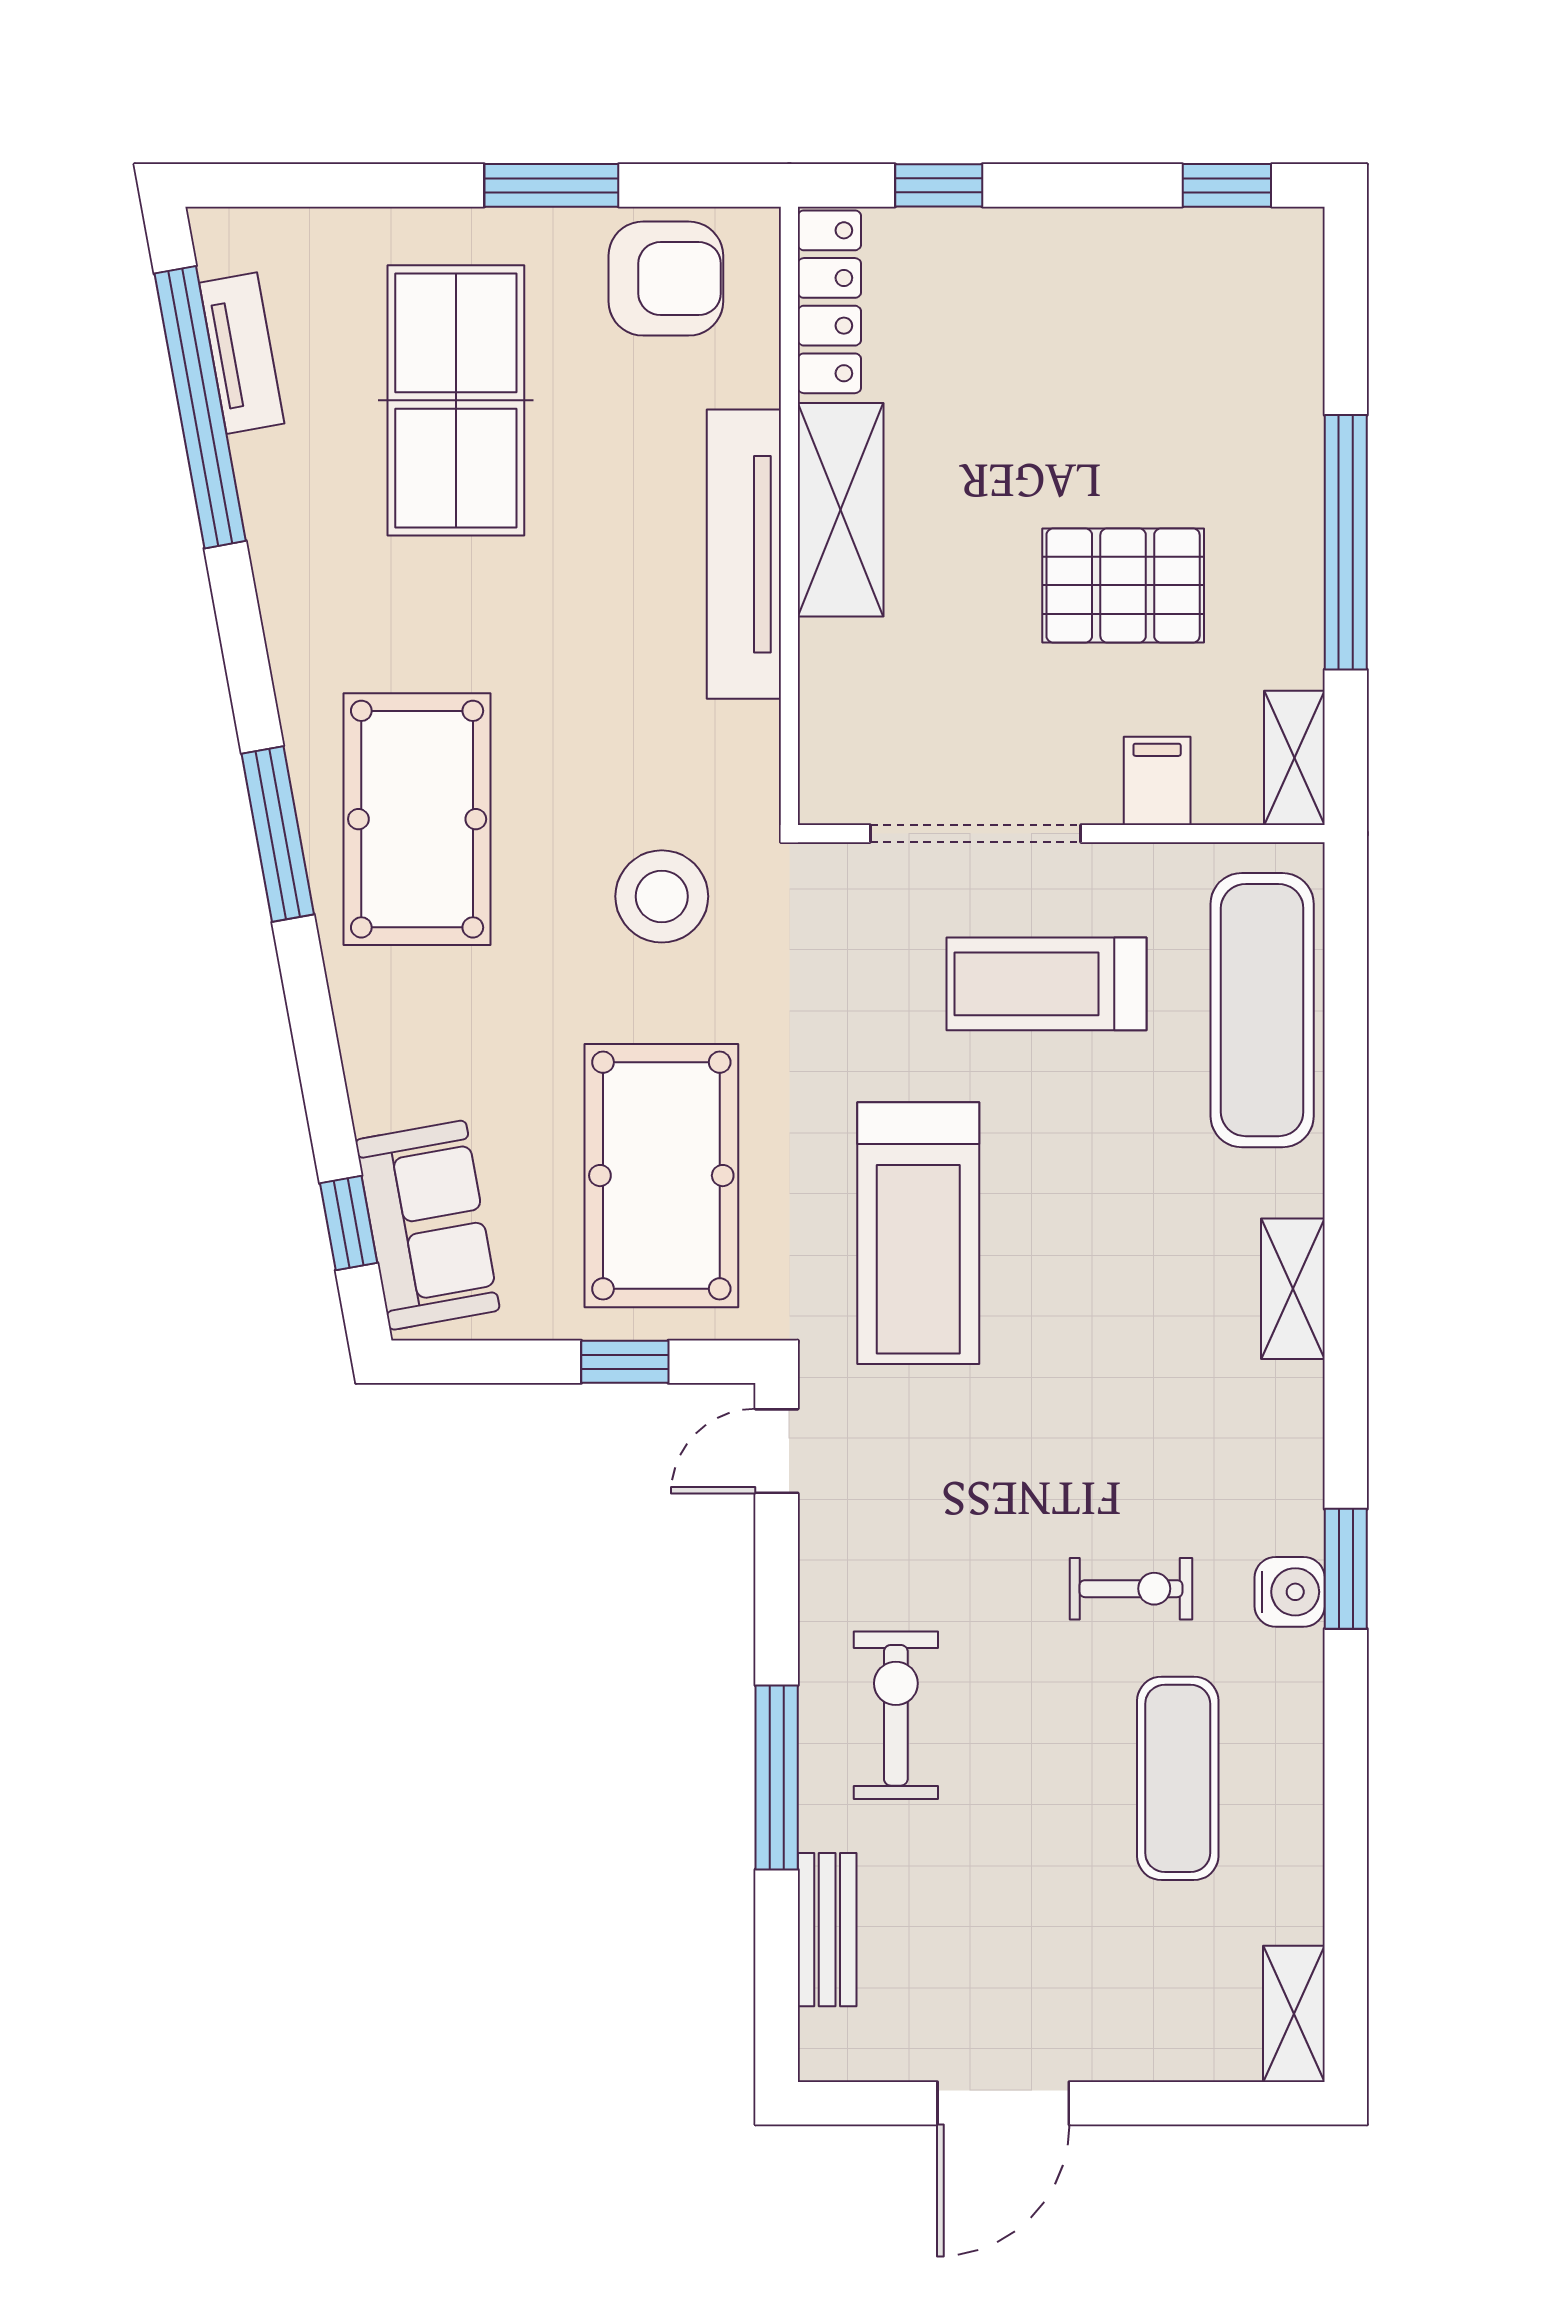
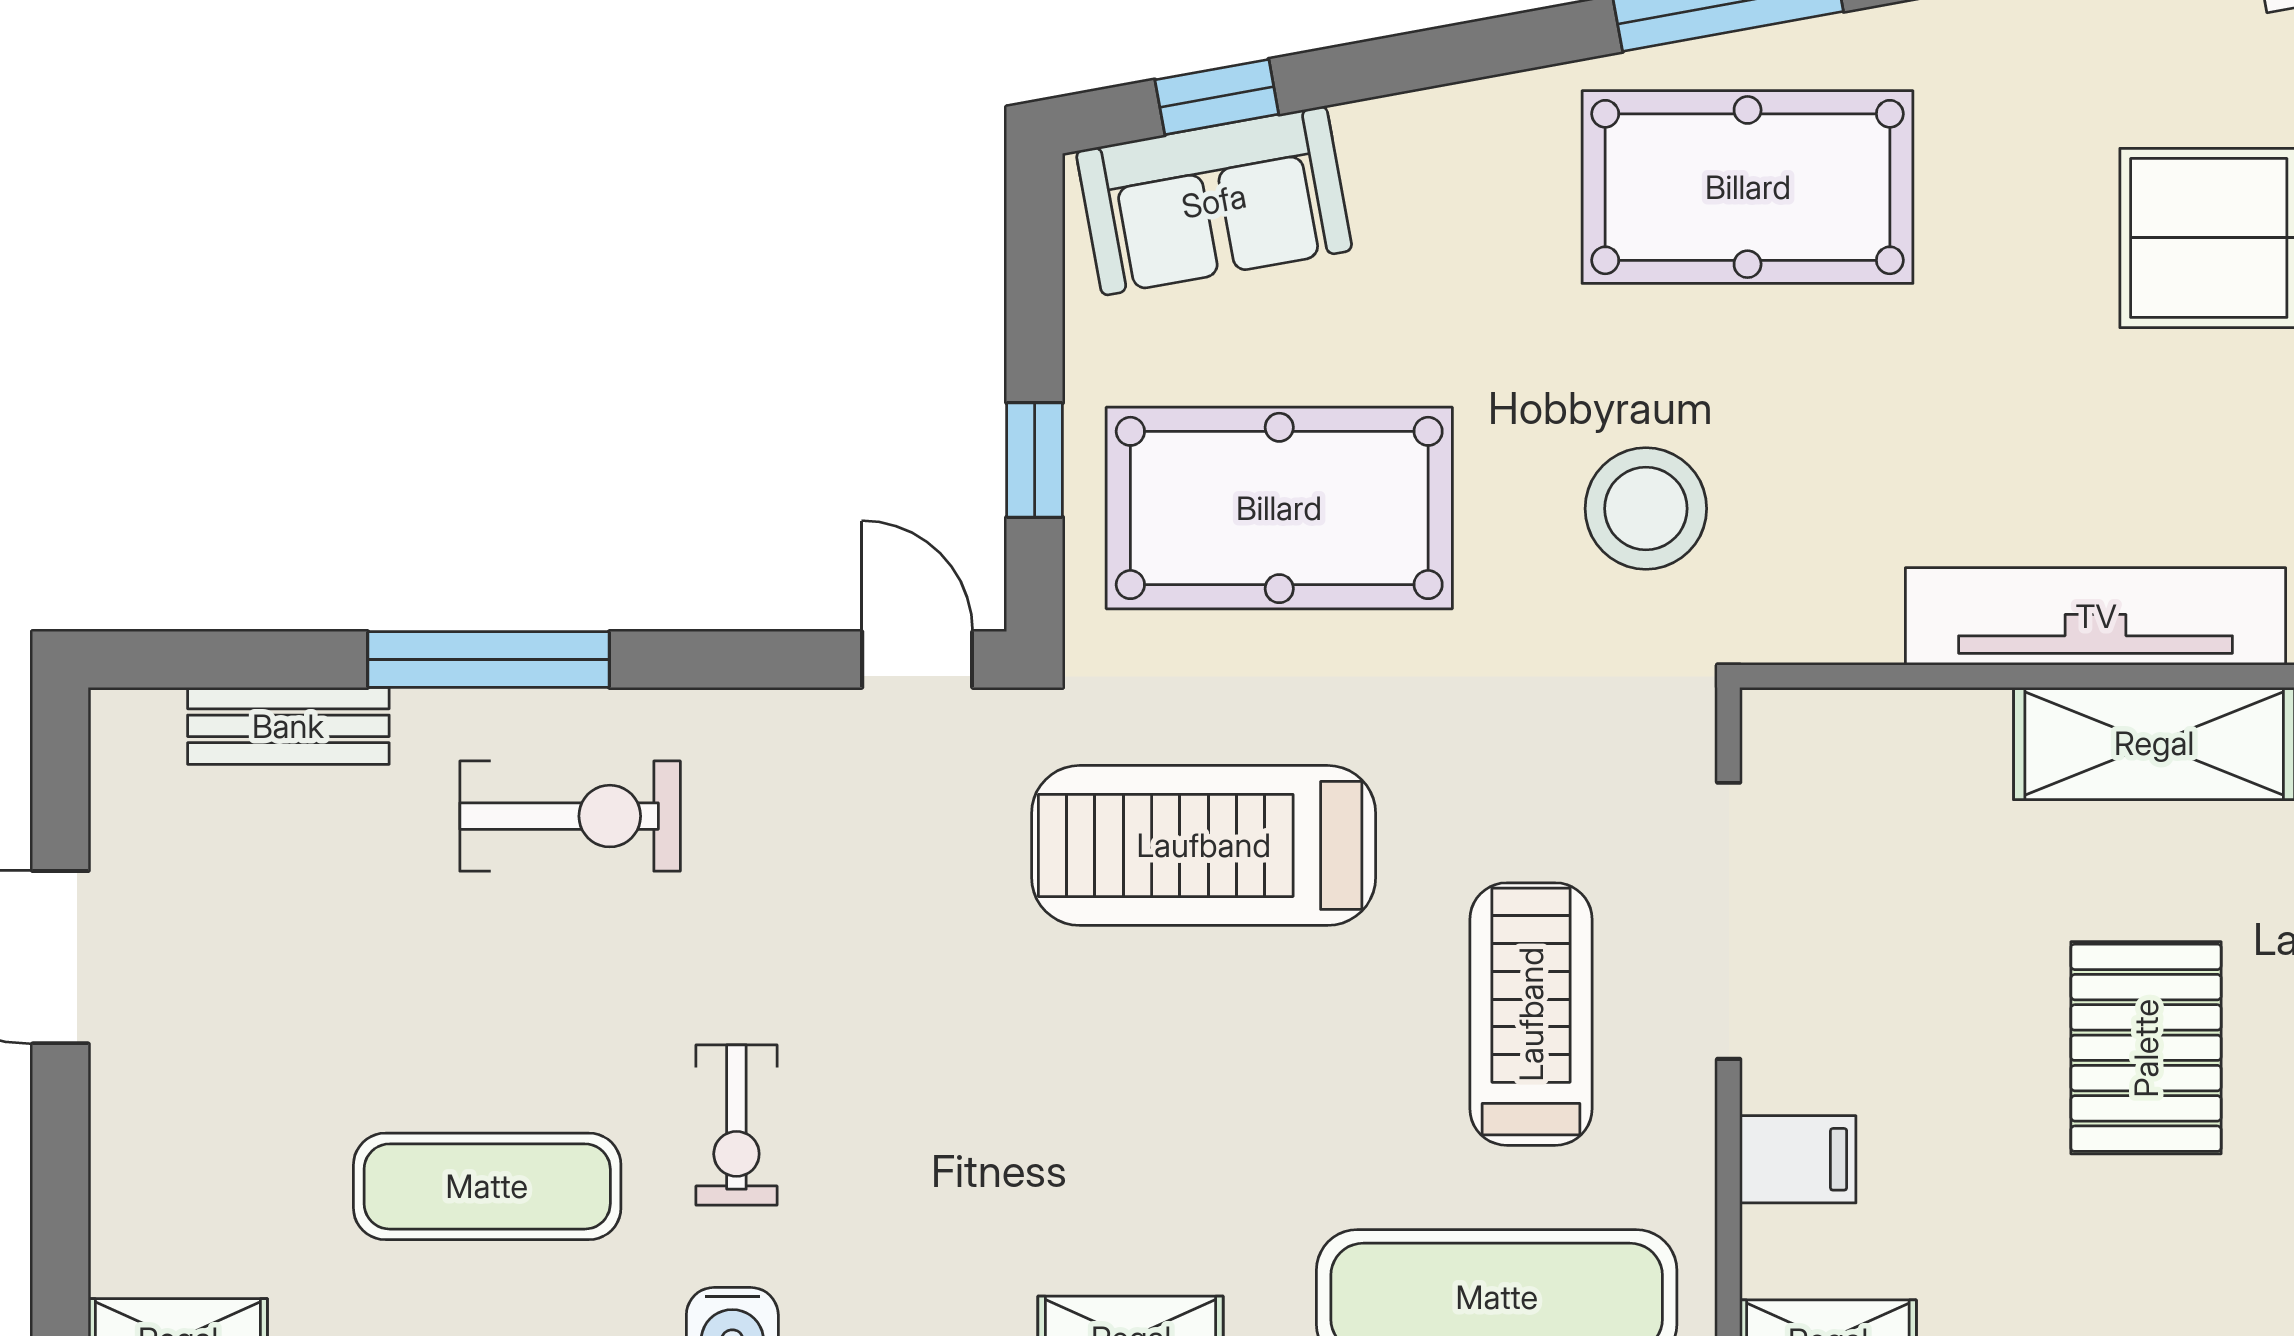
pallet: (1123, 585) -> (2146, 1048), moved

